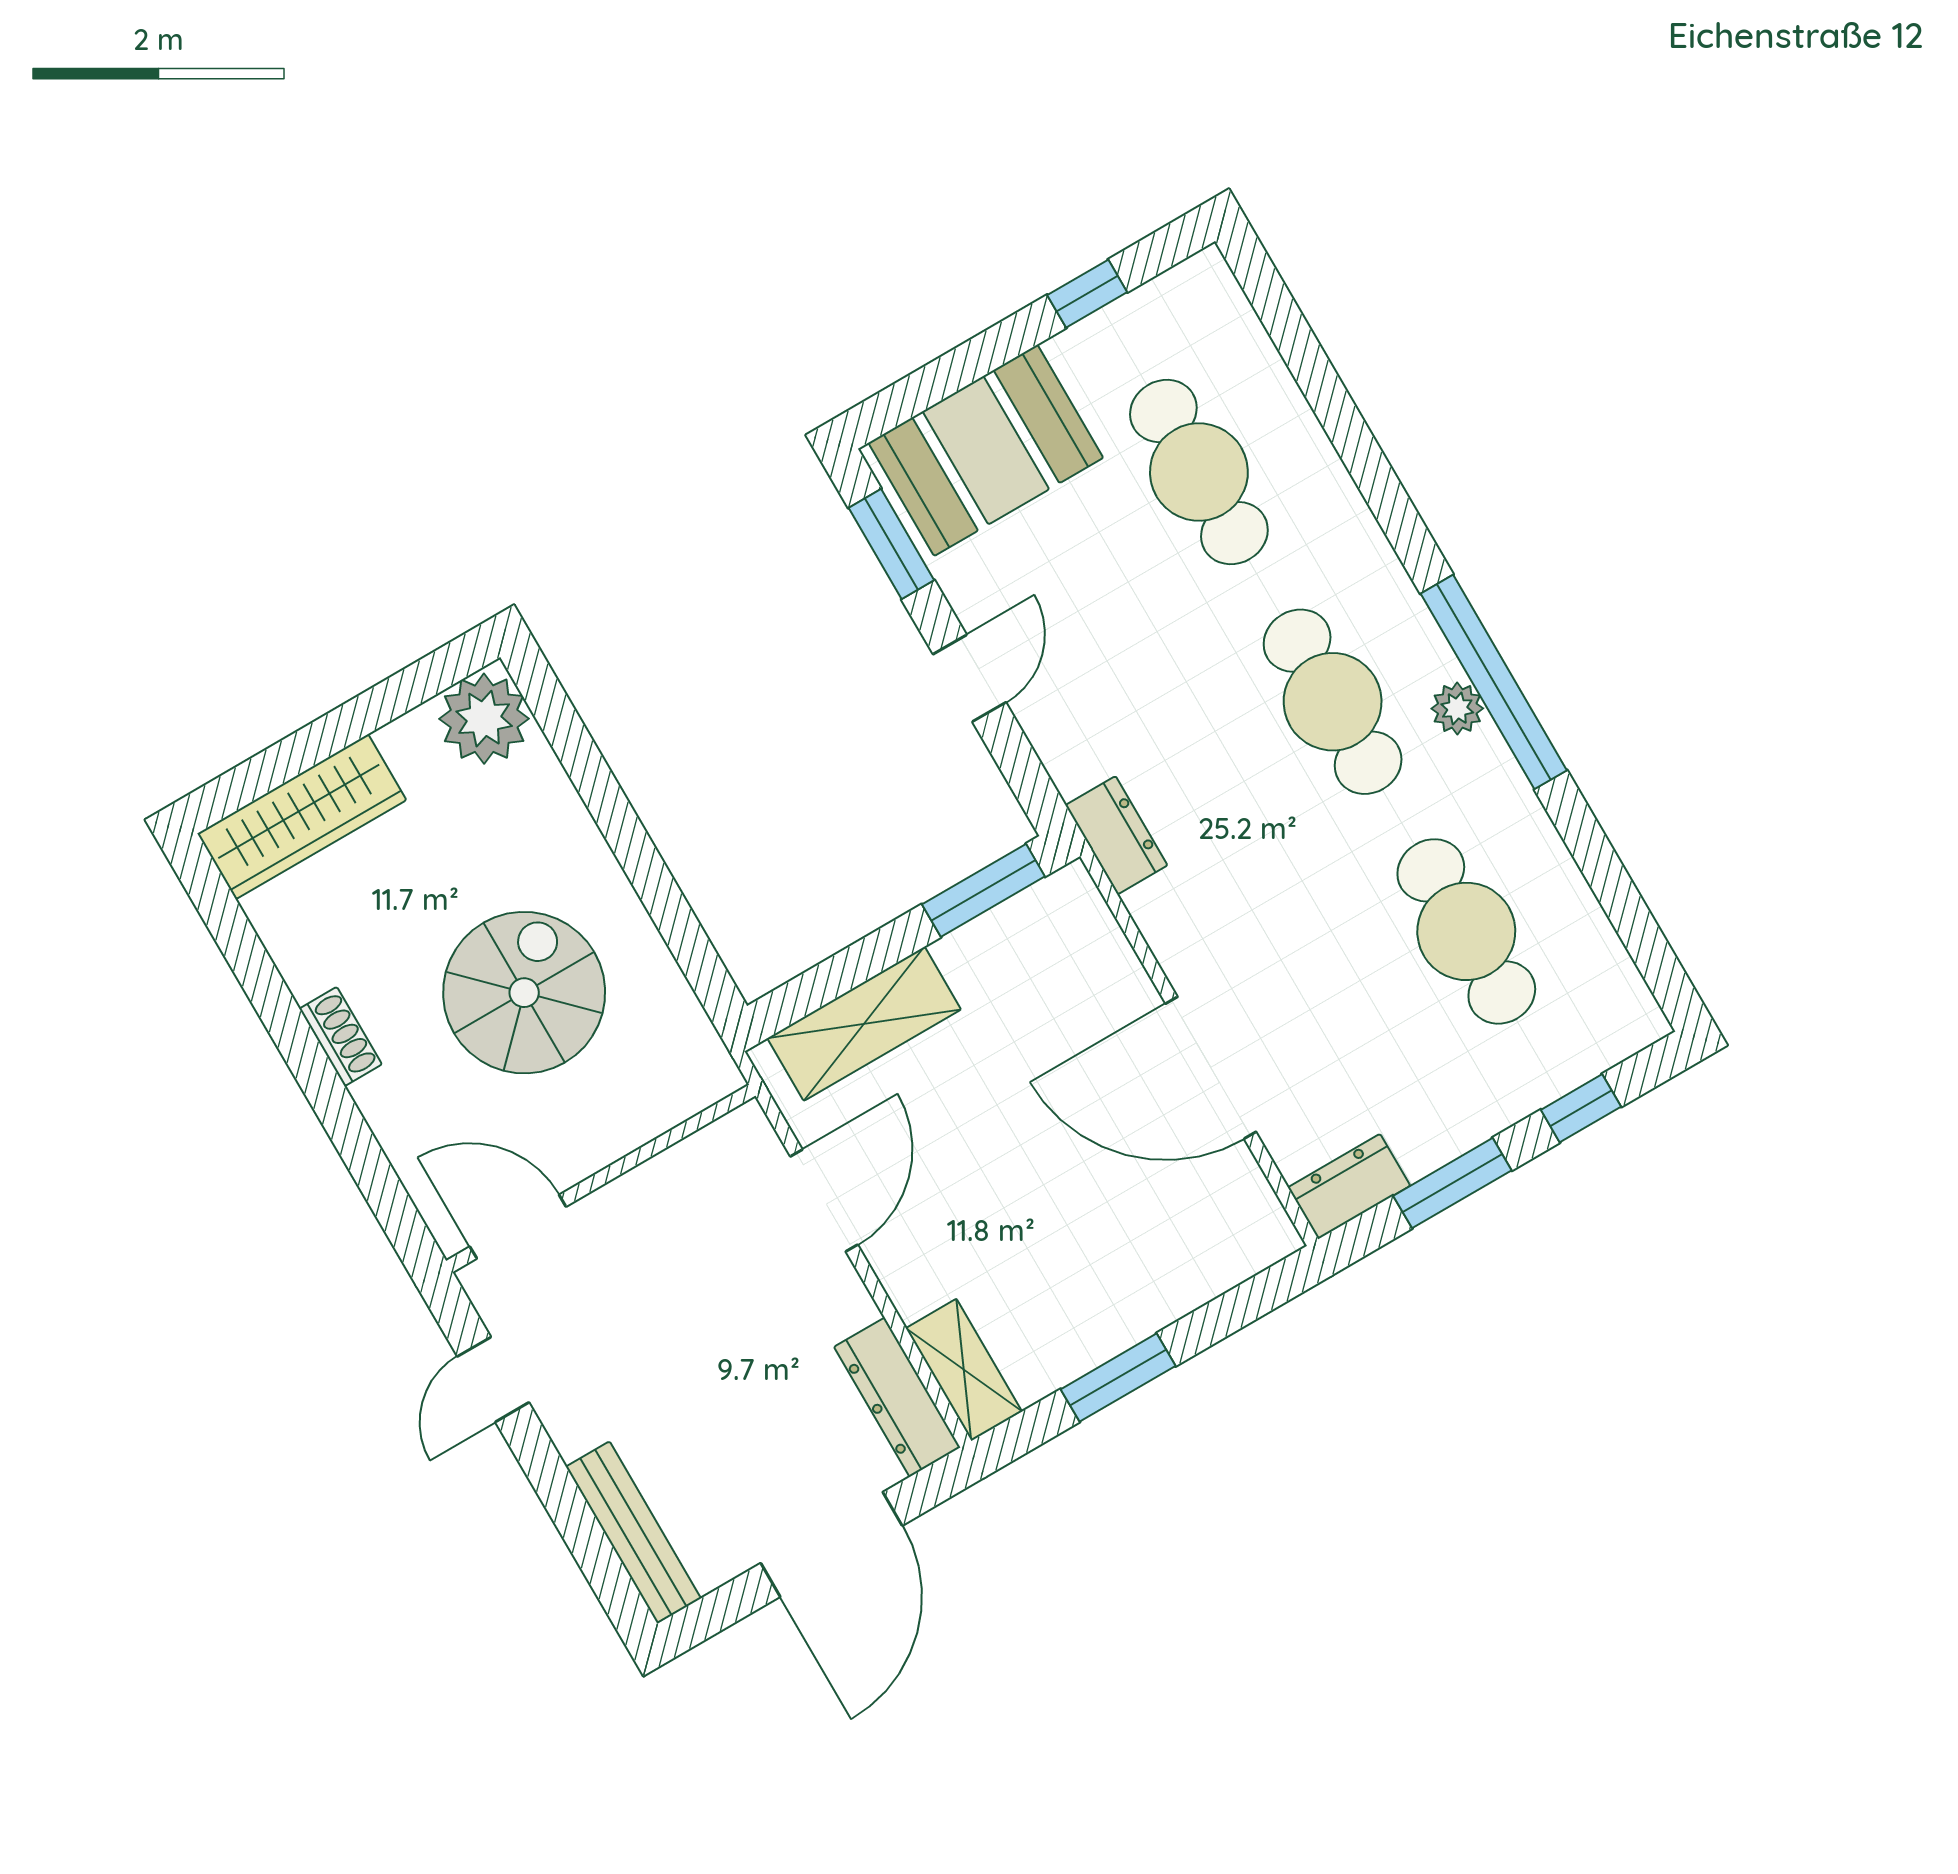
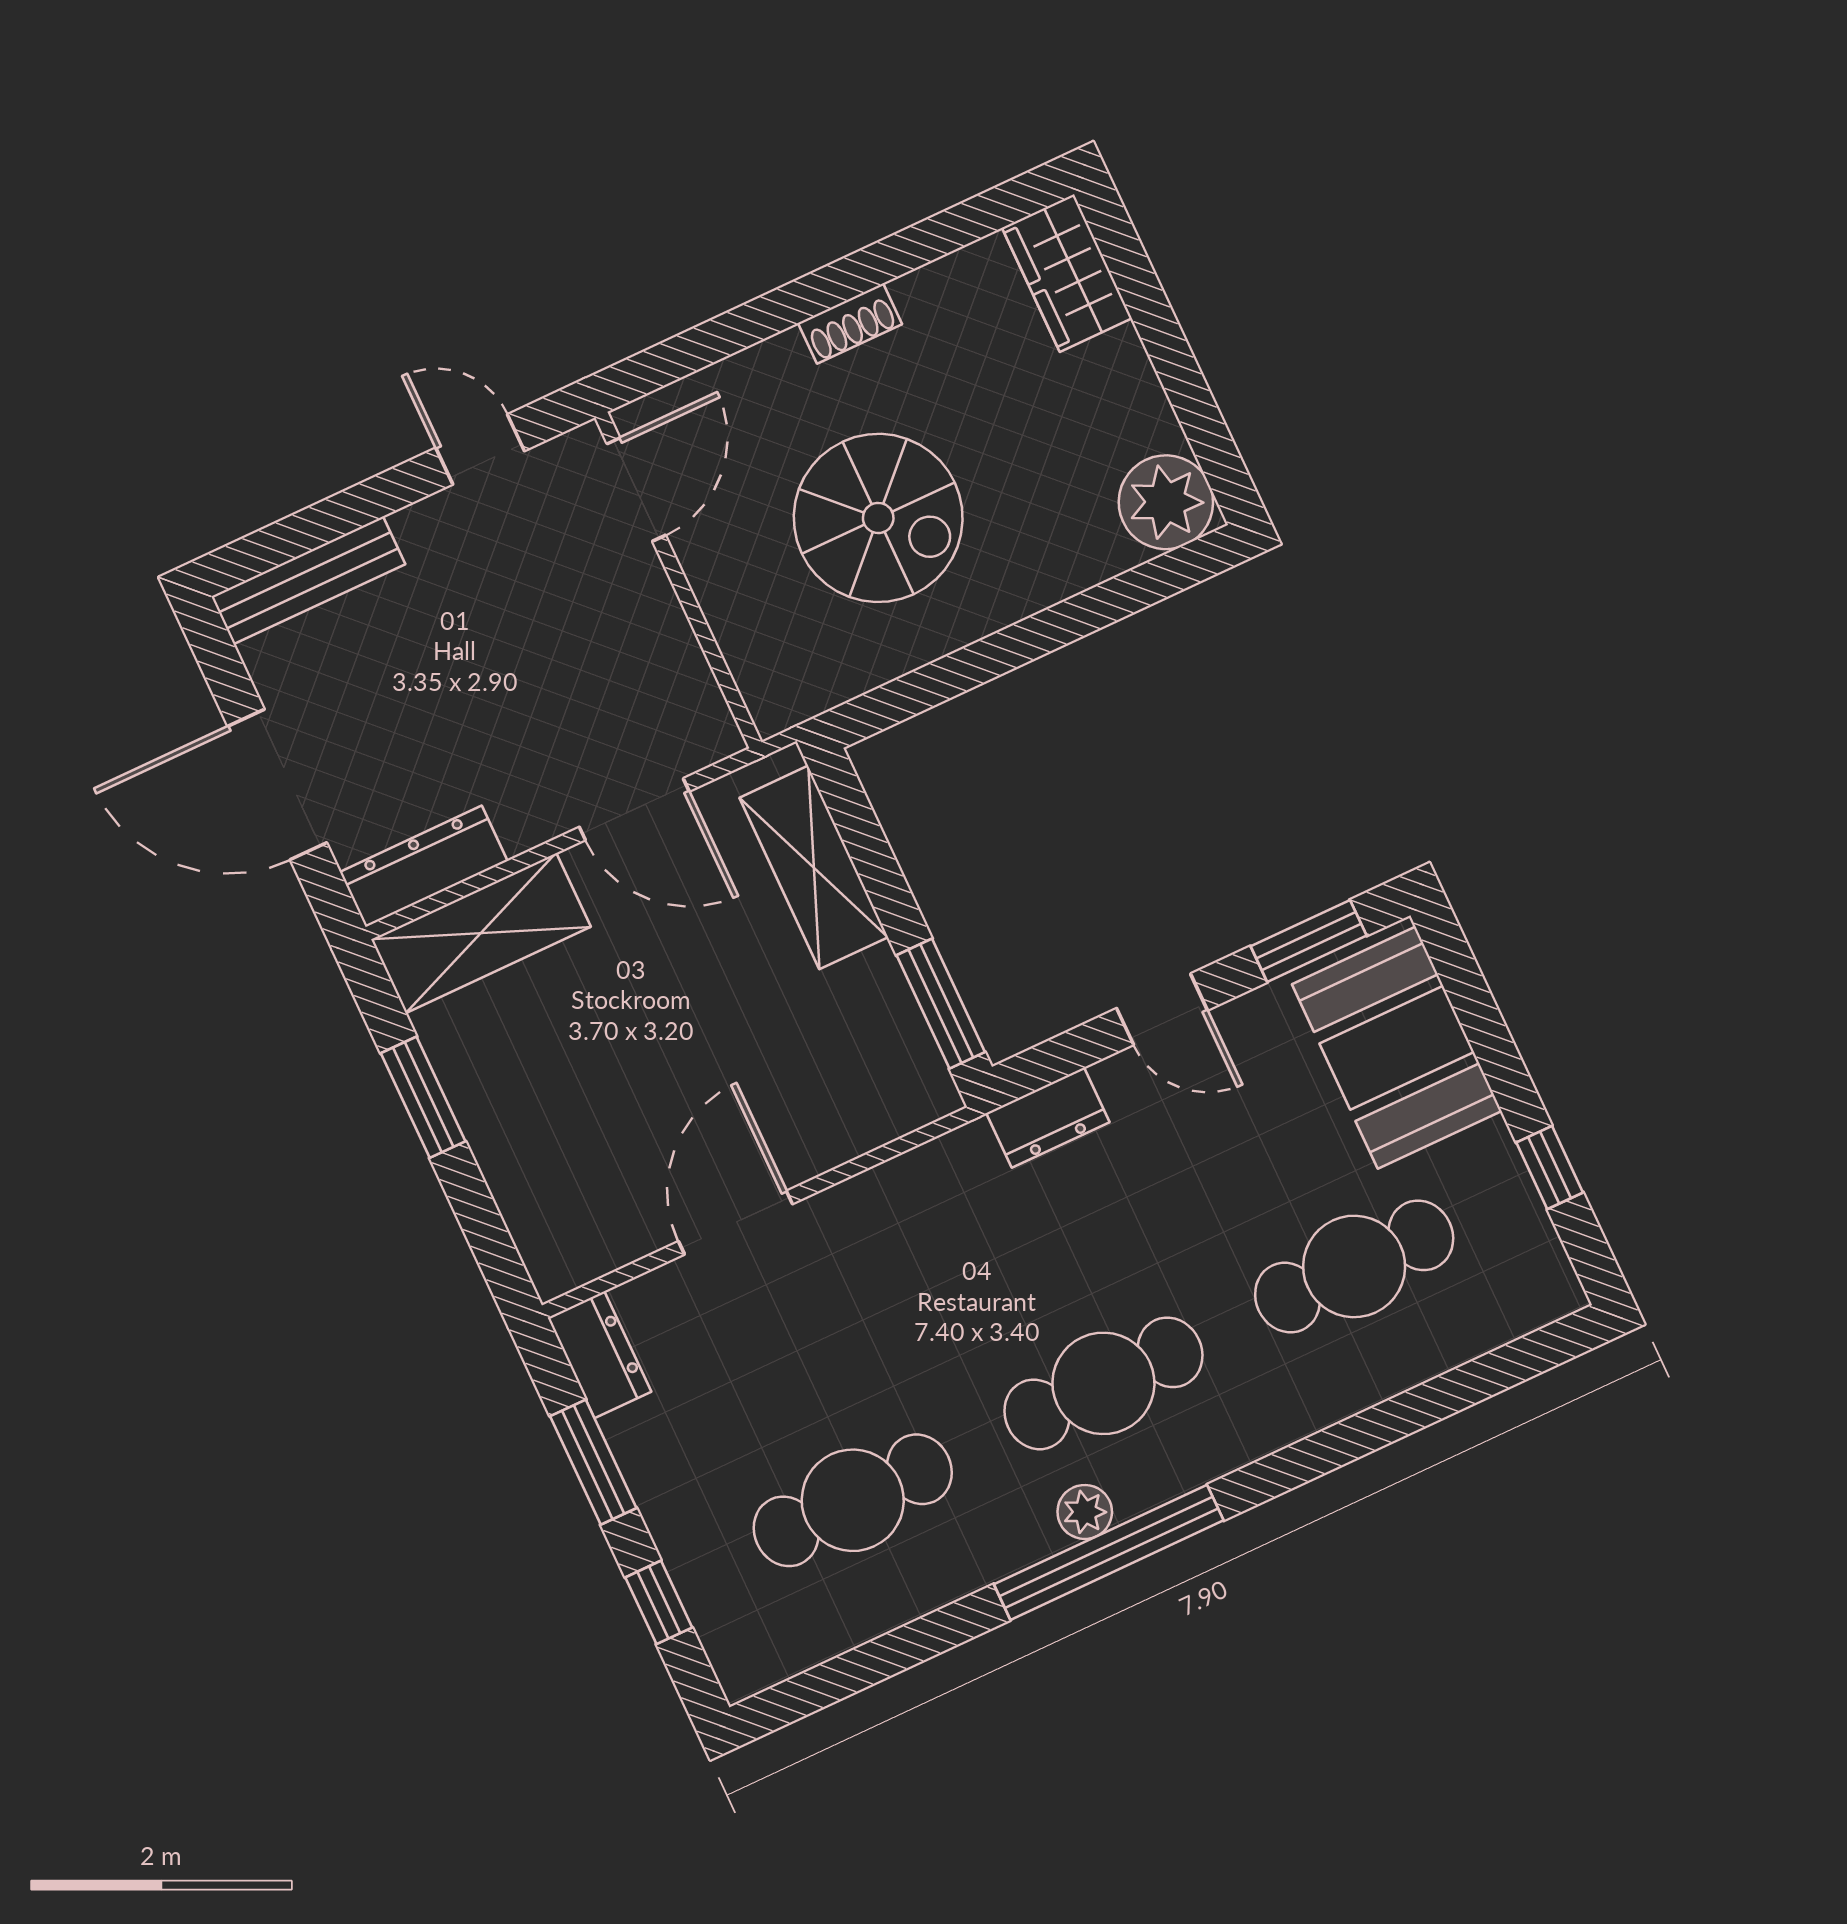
wardrobe: (302, 817) -> (1067, 273), width x0.67
dresser: (1116, 835) -> (1048, 1118), moved
door: (1211, 1068) -> (736, 1223), width x0.73
shelving: (964, 1370) -> (481, 933), width x1.50, depth x1.33

